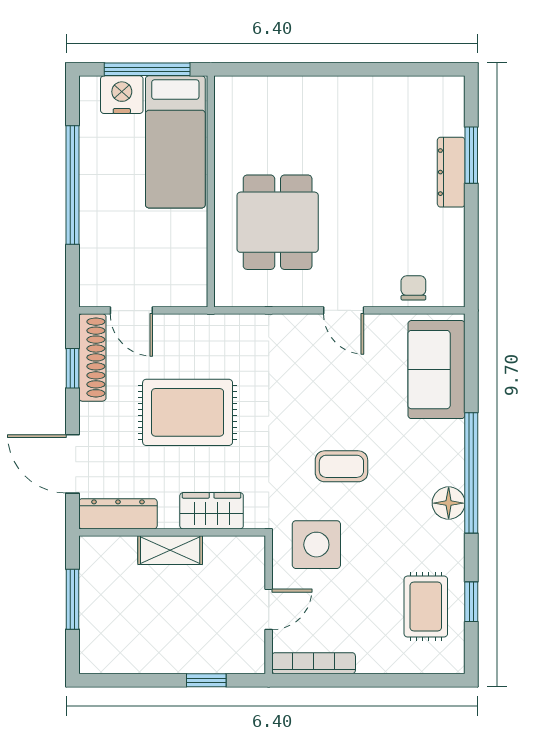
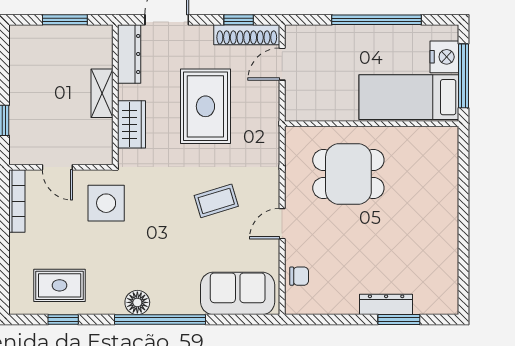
coffee table: (341, 466) -> (216, 201), moved, turned 73

